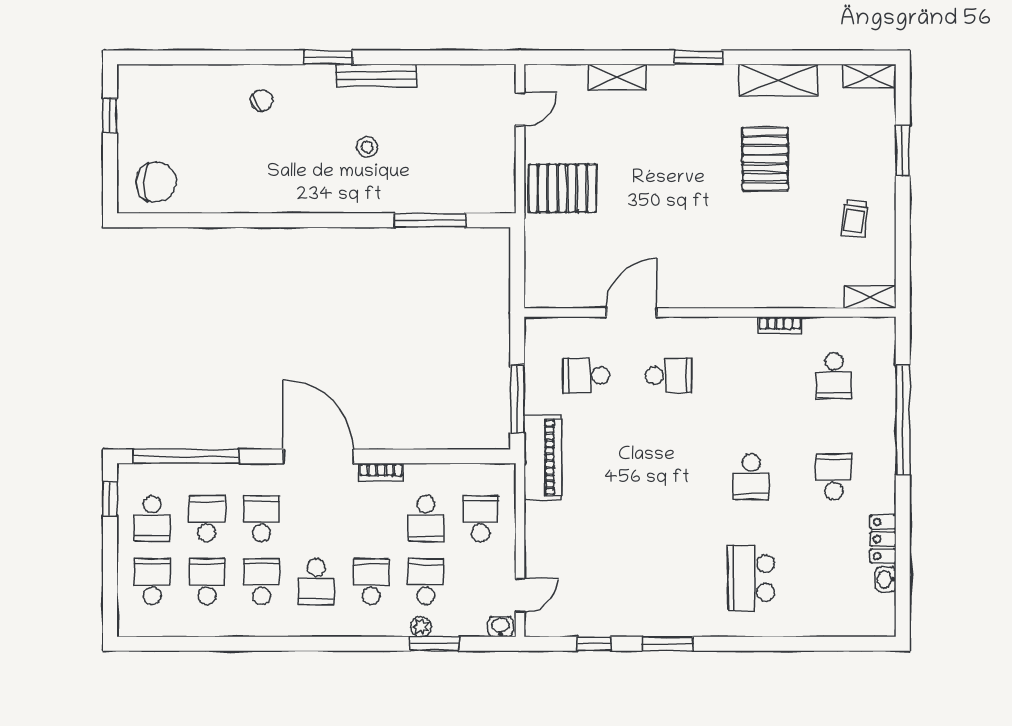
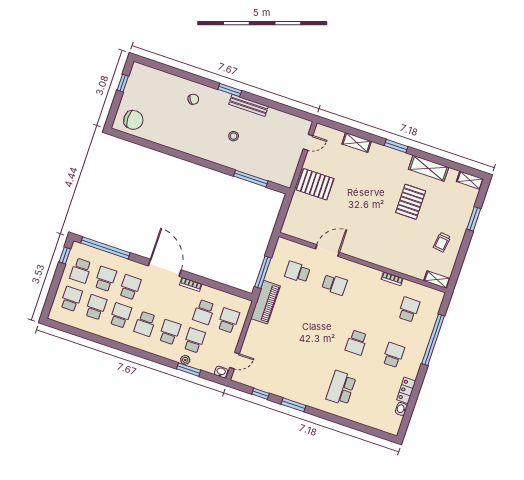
school desk: (834, 376) -> (409, 309), turned 180

